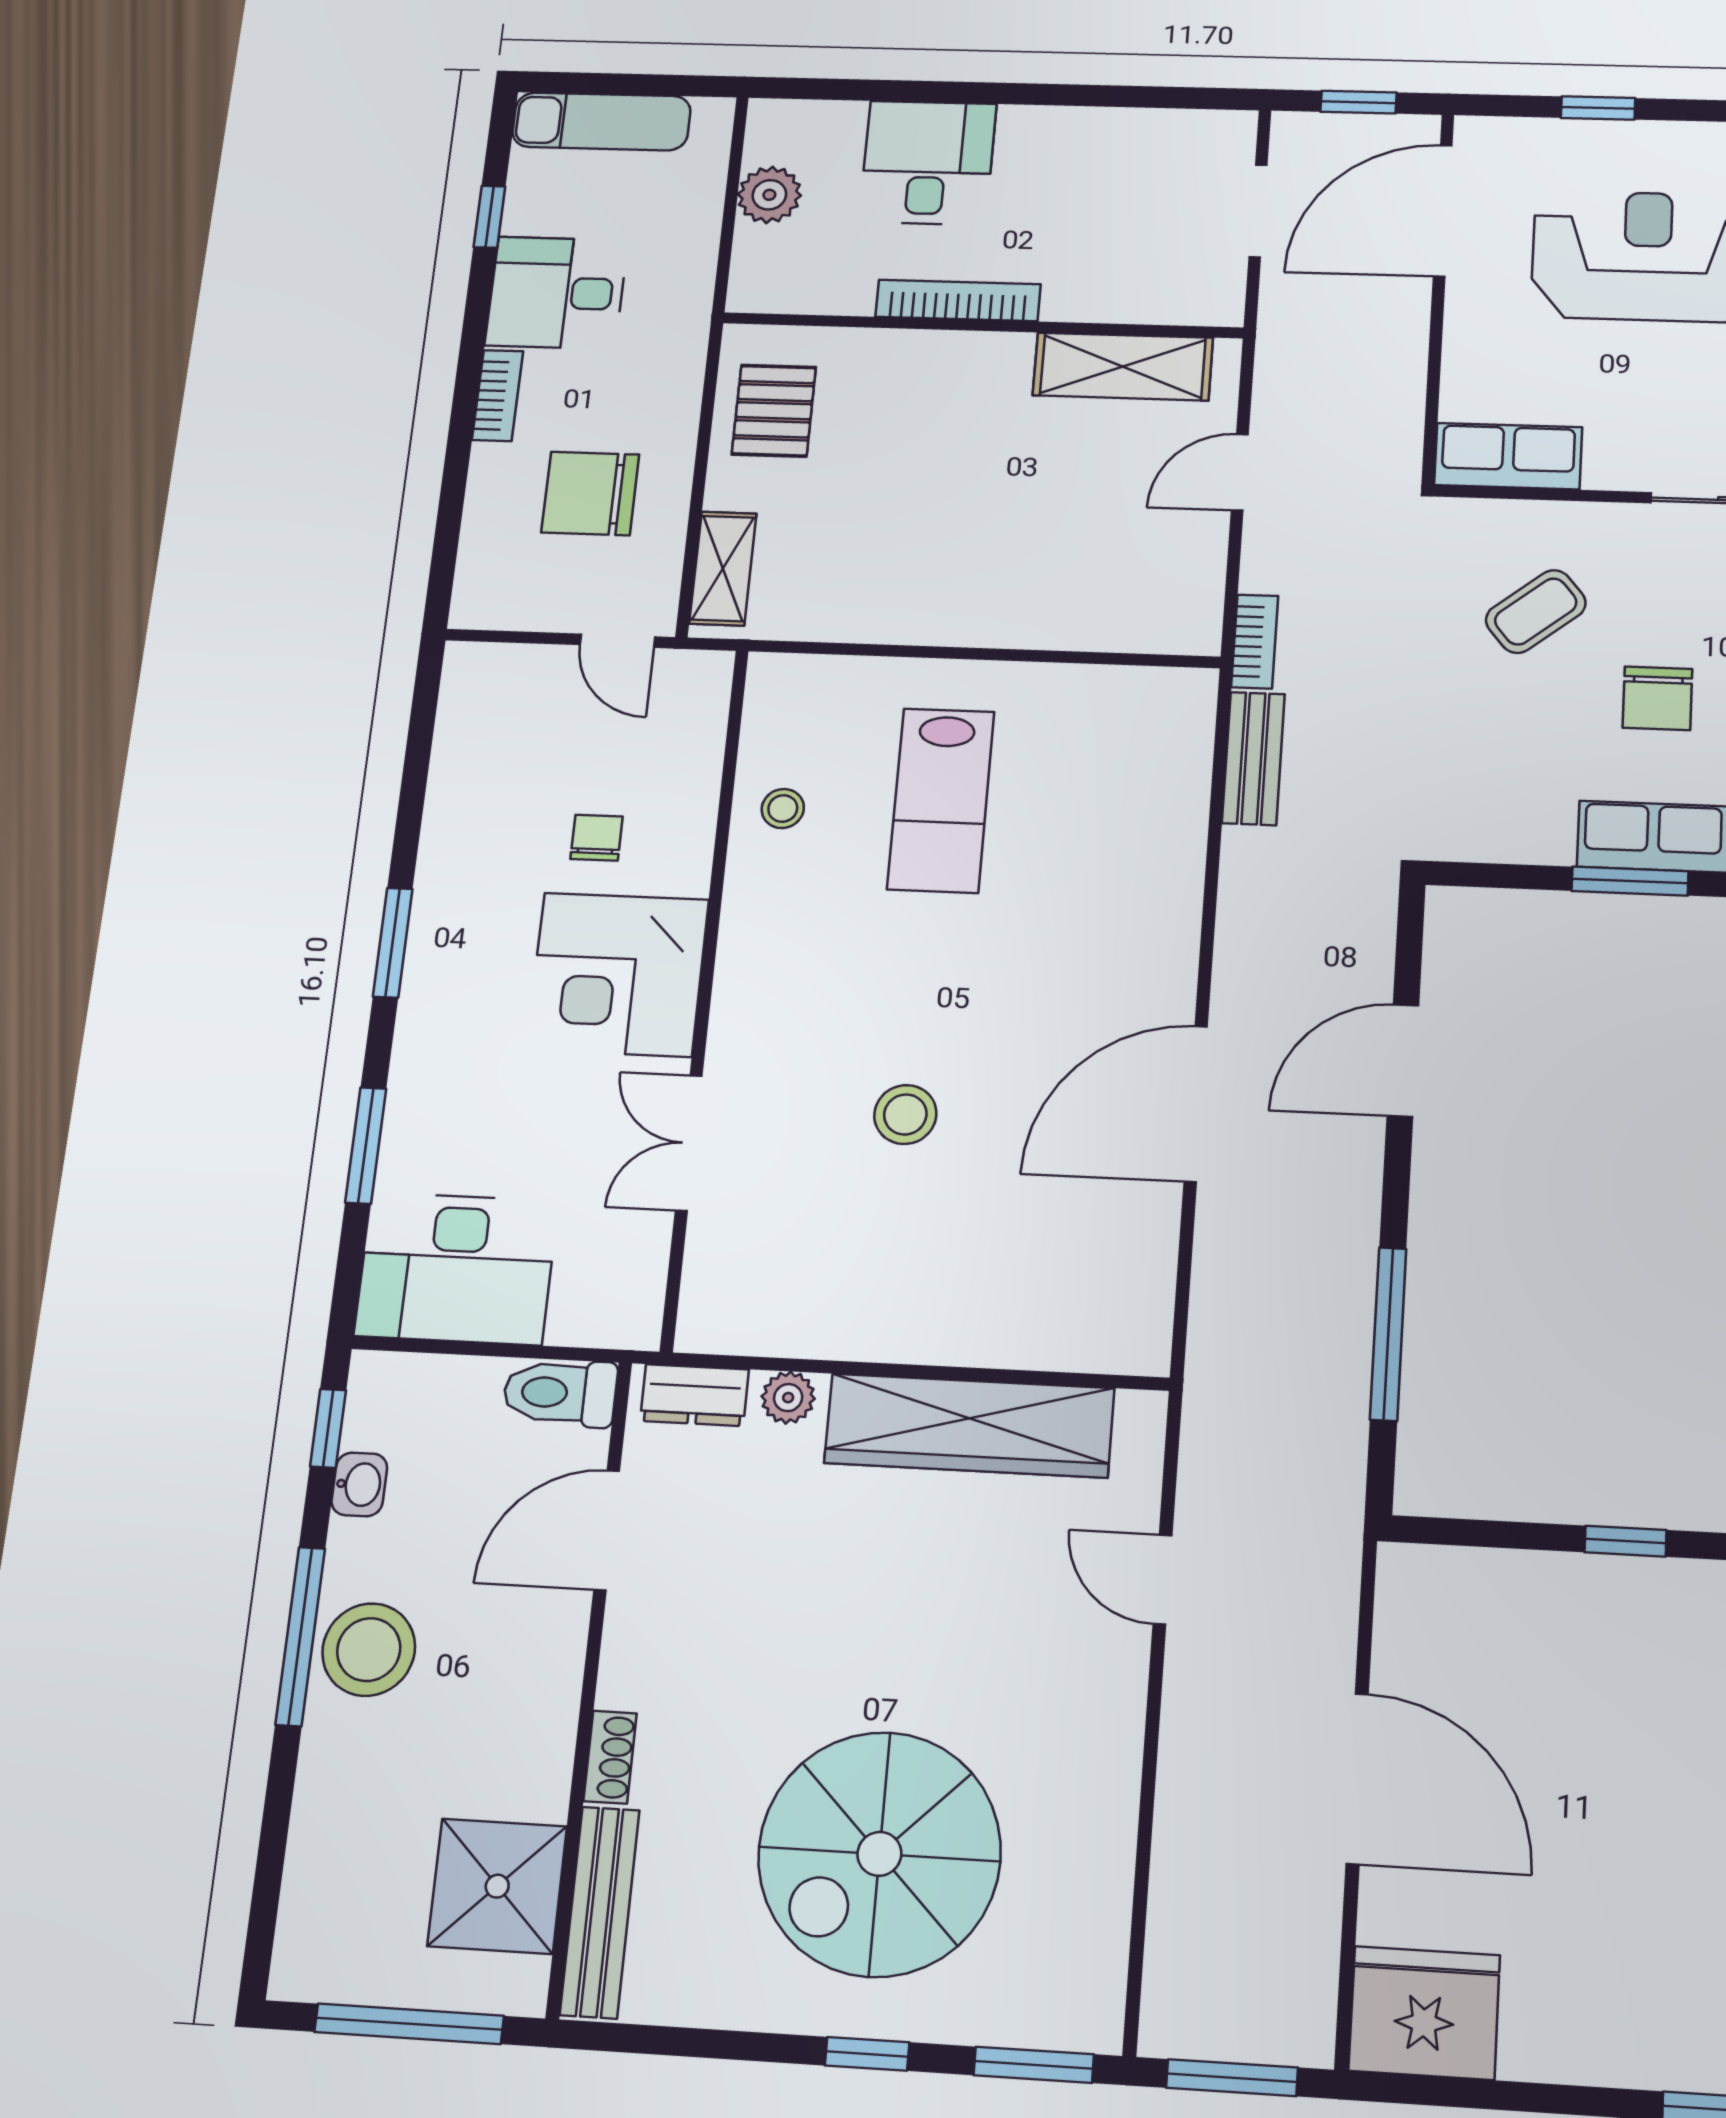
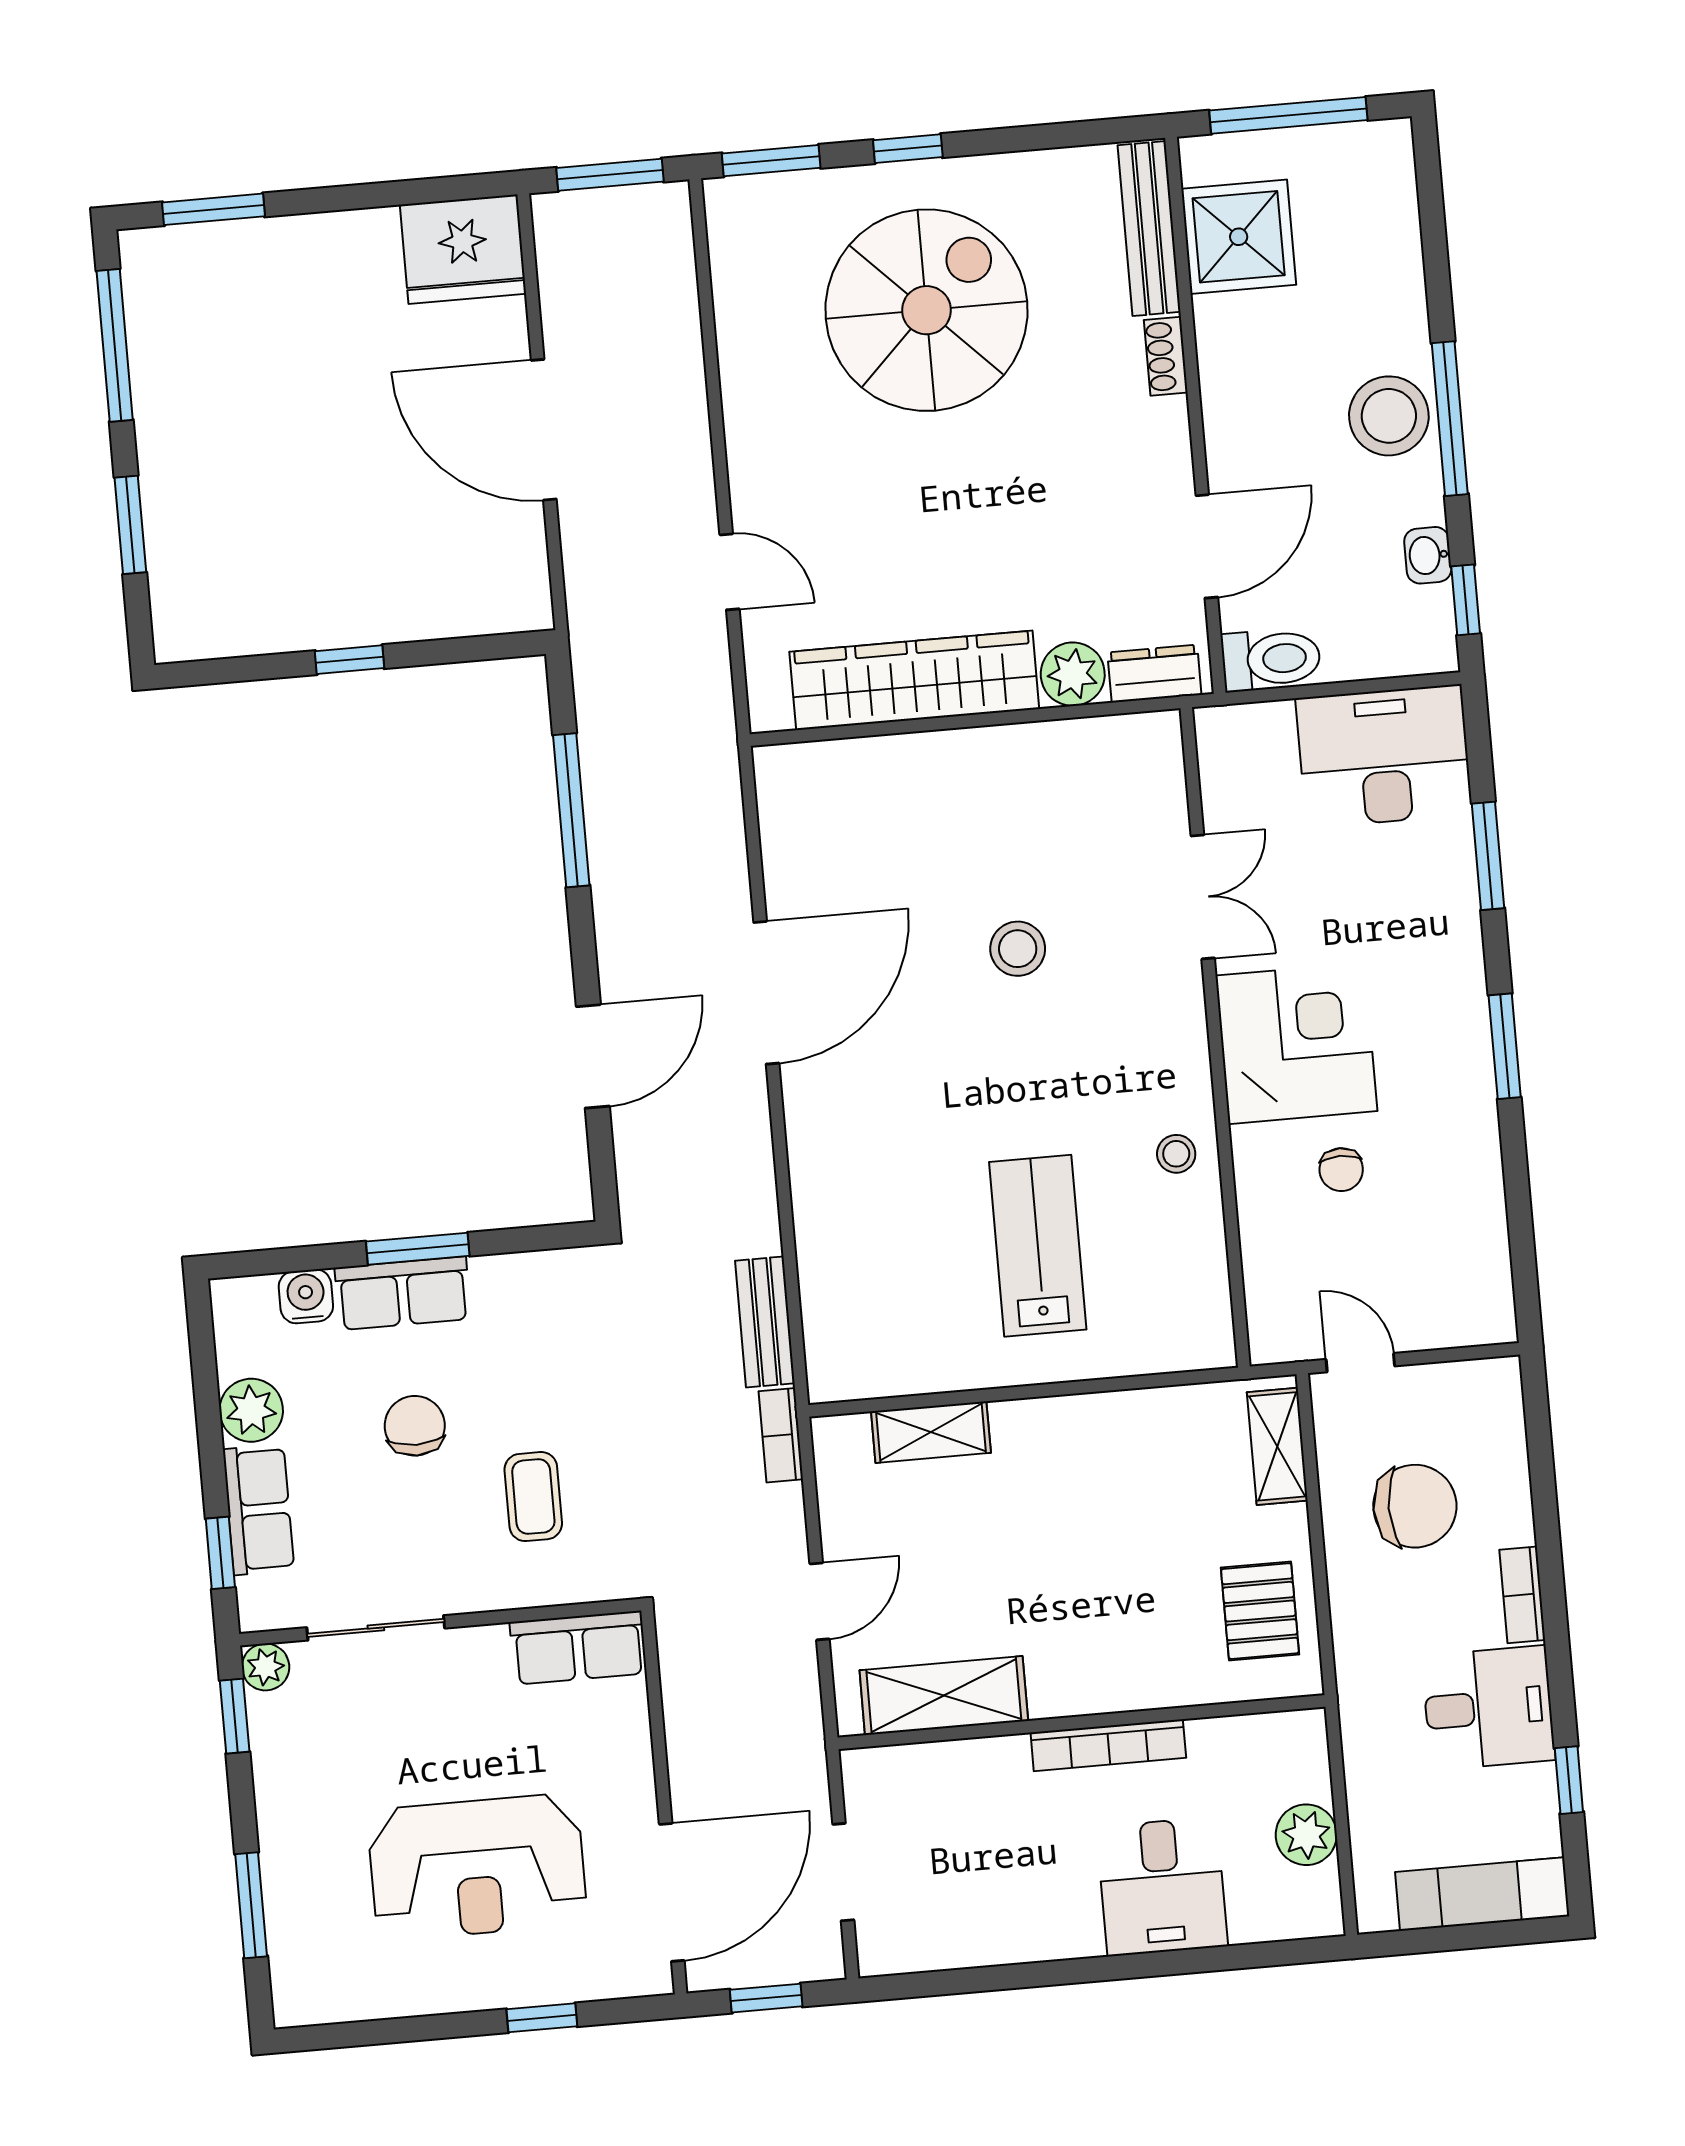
coffee table: (1536, 612) -> (533, 1497), turned -51
shelving: (1091, 626) -> (931, 1432), added
stool: (783, 809) -> (1176, 1154), moved
plant: (788, 1398) -> (1073, 674), width x1.38, depth x1.38

